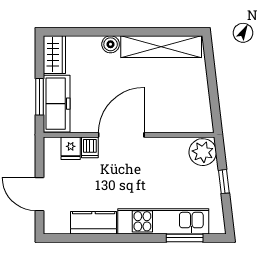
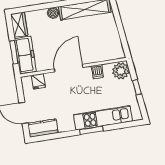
dishwasher: (90, 147) -> (97, 72), moved
kitchen counter: (94, 223) -> (43, 128), moved
window: (185, 238) -> (91, 130), moved

